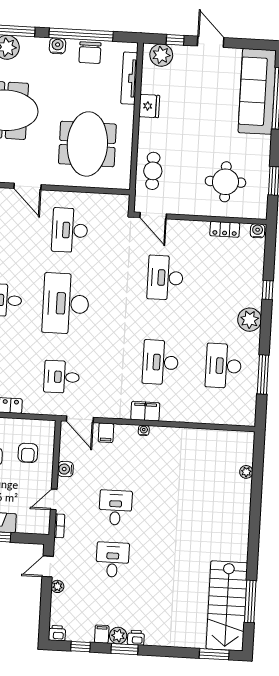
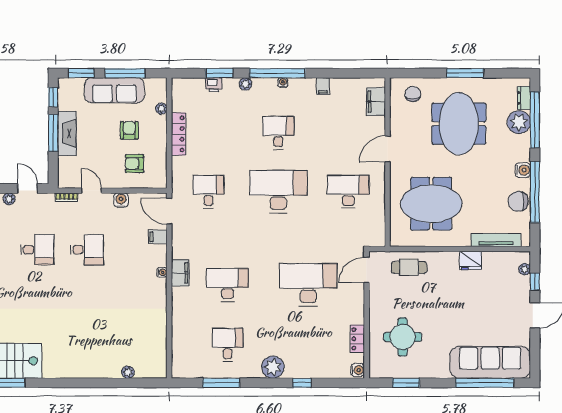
plant: (161, 55) -> (525, 269), width x0.53, depth x0.53
desk: (165, 278) -> (308, 285), width x1.36, depth x1.30
desk: (223, 366) -> (228, 345), width x0.73
door: (80, 419) -> (169, 211), hinge flipped

